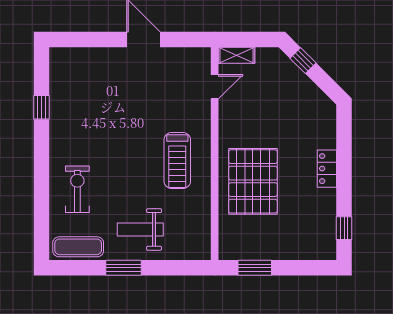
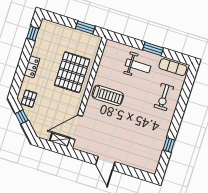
window: (303, 61) -> (22, 117), moved
door: (215, 87) -> (76, 127), width x1.88
pallet: (314, 111) -> (29, 99), added
treadmill: (177, 161) -> (108, 95), turned 90

